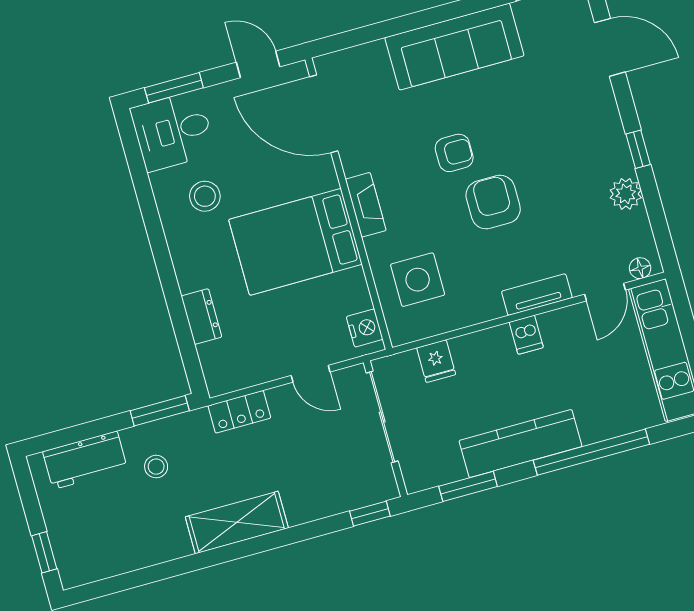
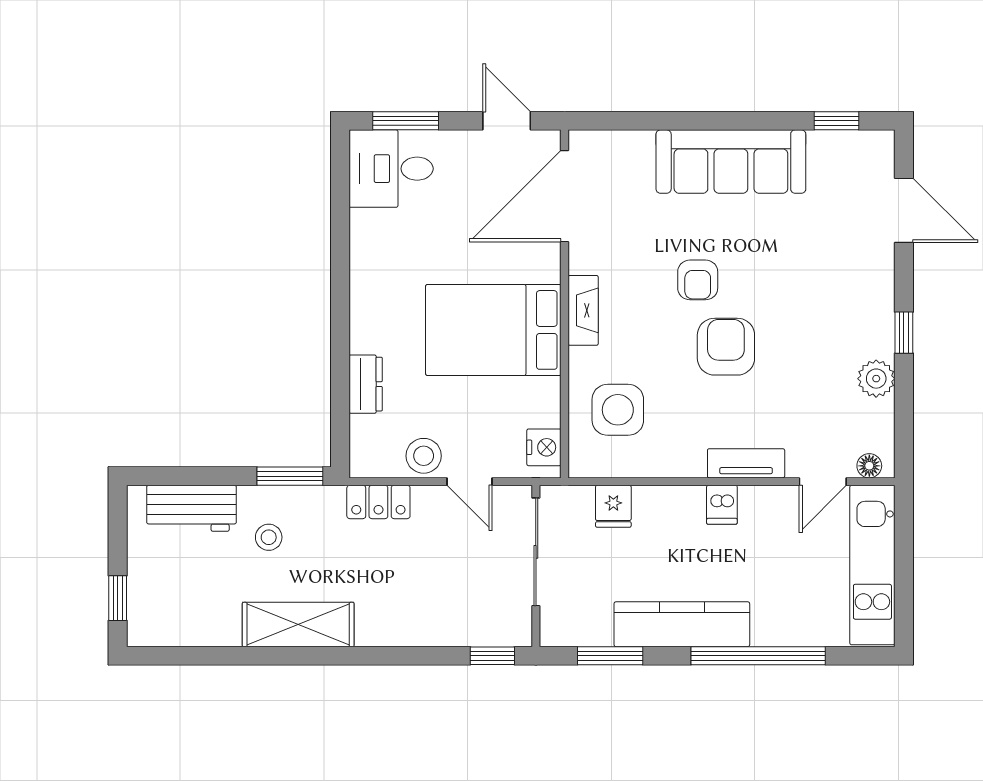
door: (324, 114) -> (565, 196), hinge flipped
armchair: (454, 153) -> (698, 280), turned 90
stool: (205, 196) -> (424, 456), moved
shelving: (237, 522) -> (298, 624), moved

